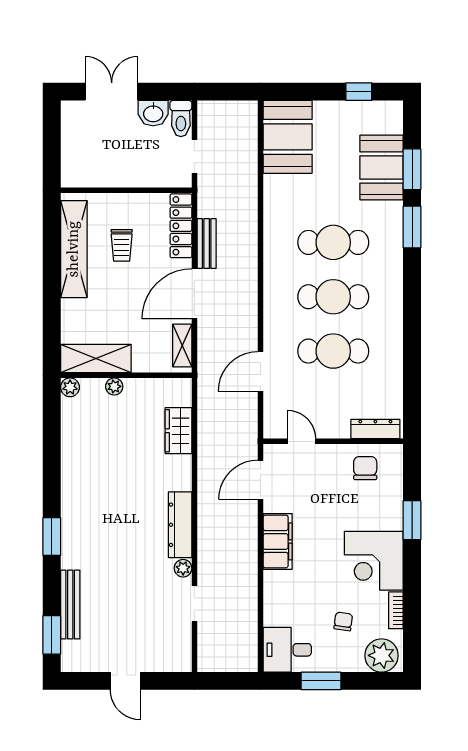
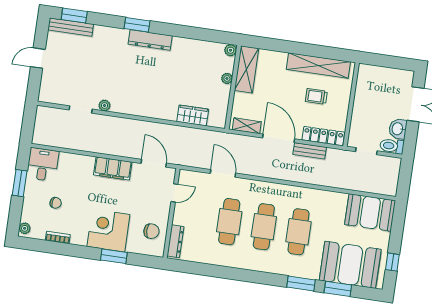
booth: (382, 168) -> (350, 265), width x1.36, depth x1.42
dresser: (180, 525) -> (150, 40), moved, turned 180
corner desk: (374, 561) -> (108, 230), moved
bench: (70, 604) -> (71, 27), moved
plant: (382, 655) -> (25, 228), width x0.53, depth x0.53

